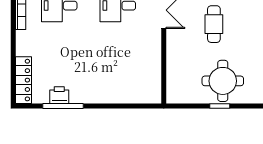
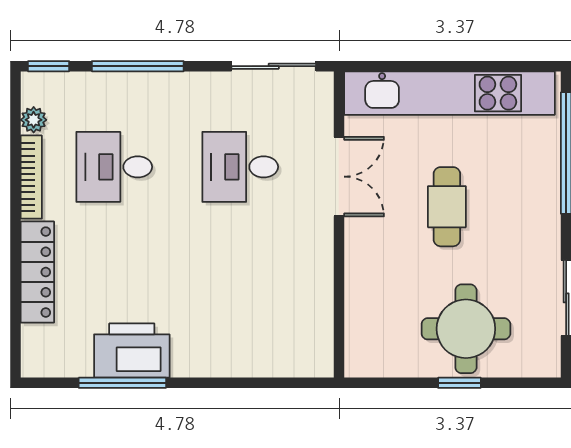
locker: (23, 80) -> (37, 272), moved
printer: (59, 95) -> (132, 351), width x1.87, depth x1.48

